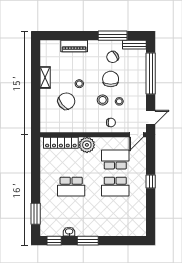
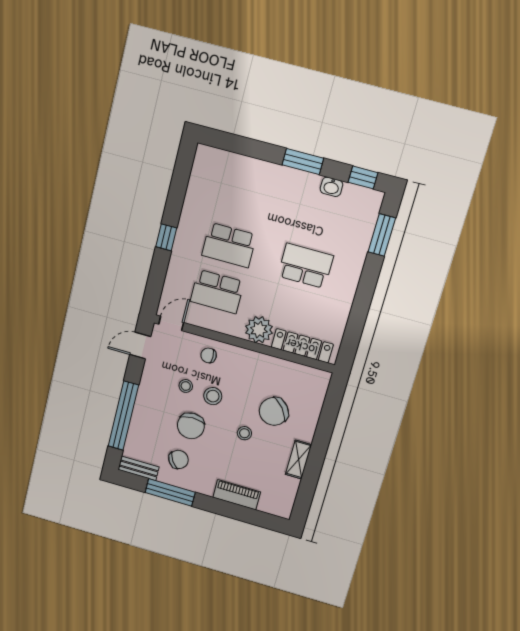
school desk: (115, 187) -> (229, 245), turned 180

